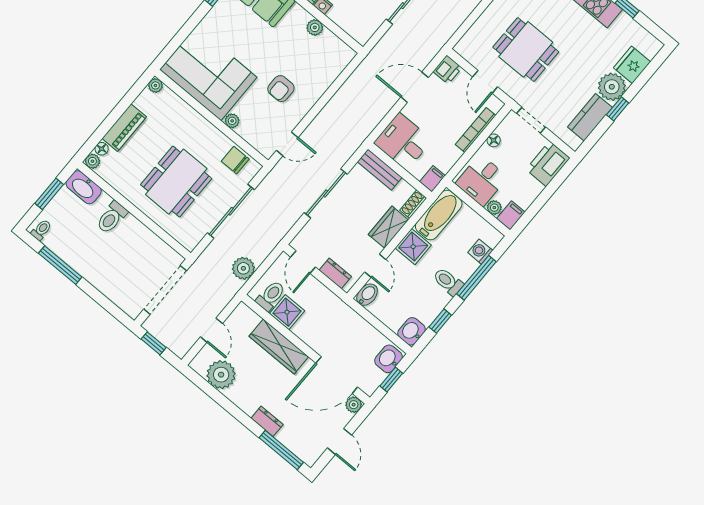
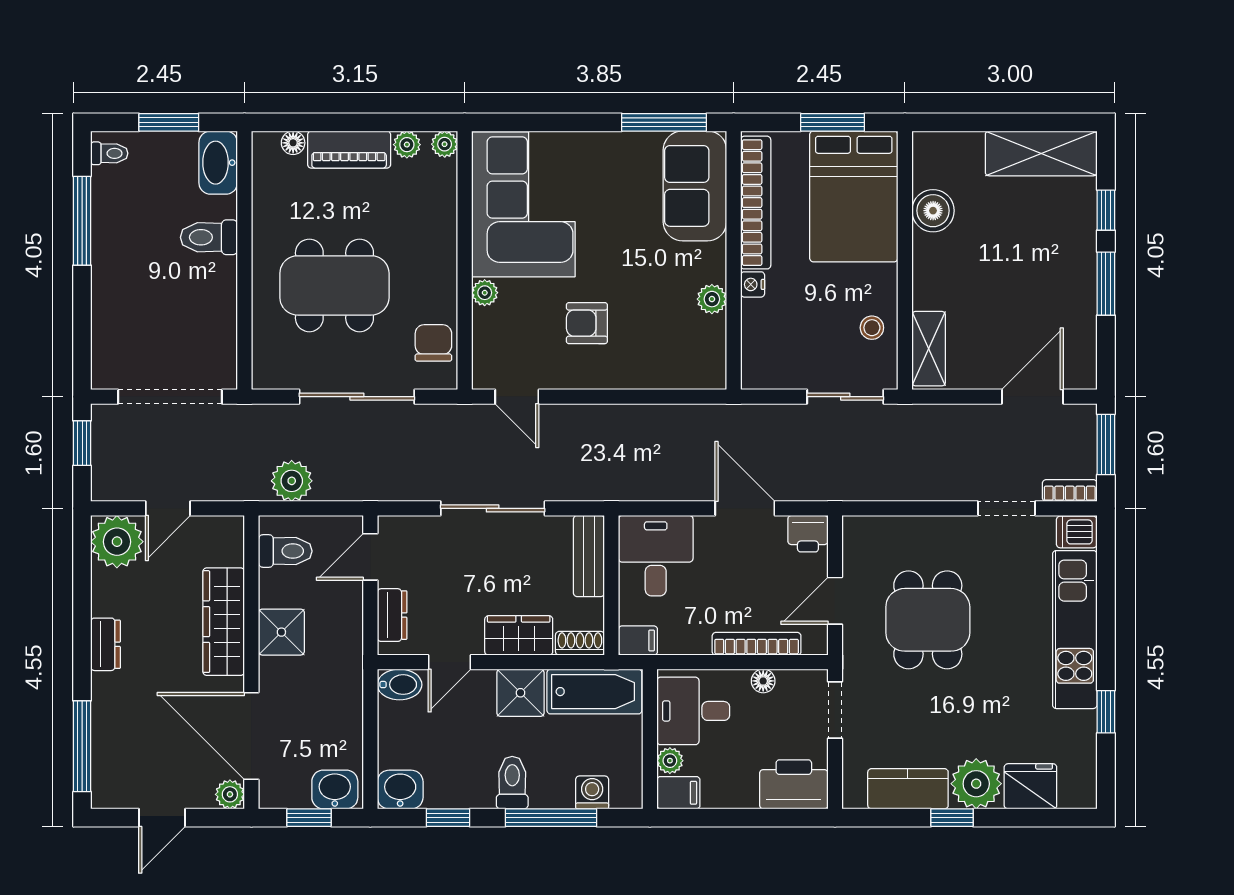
plant: (92, 161) -> (407, 145), moved
shower: (287, 312) -> (281, 632), moved
plant: (221, 375) -> (117, 542), moved
dresser: (267, 421) -> (106, 644), moved

